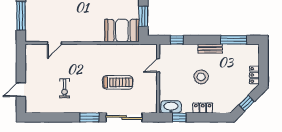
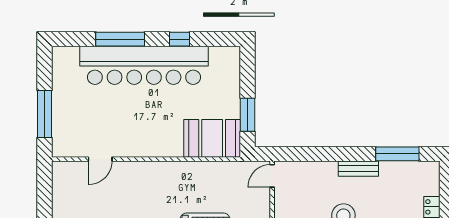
window: (177, 40) -> (303, 154), removed
door: (158, 65) -> (272, 176), moved

